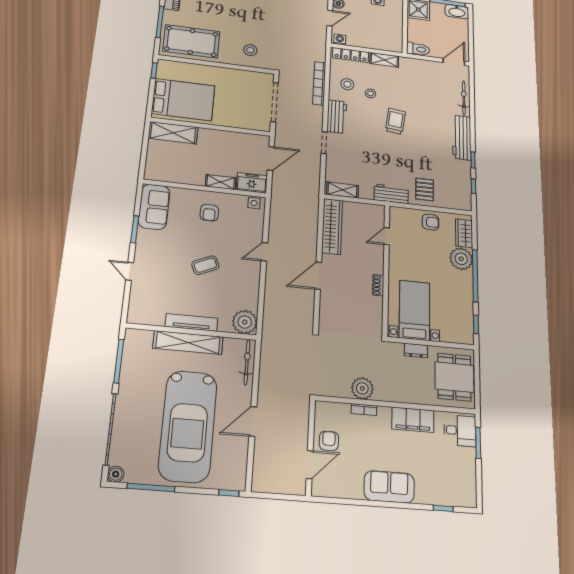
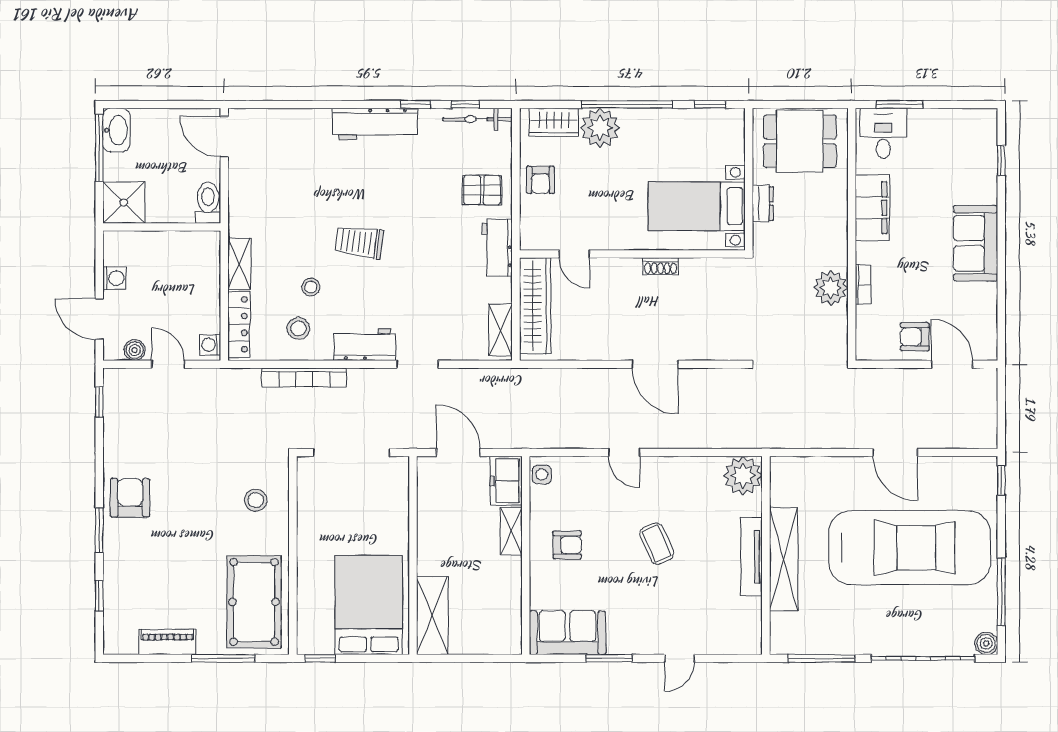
bicycle: (464, 98) -> (477, 119), moved
armchair: (430, 222) -> (540, 180), turned 180
wardrobe: (332, 226) -> (535, 306), moved, turned 90
bicycle: (247, 362) -> (806, 468), removed

